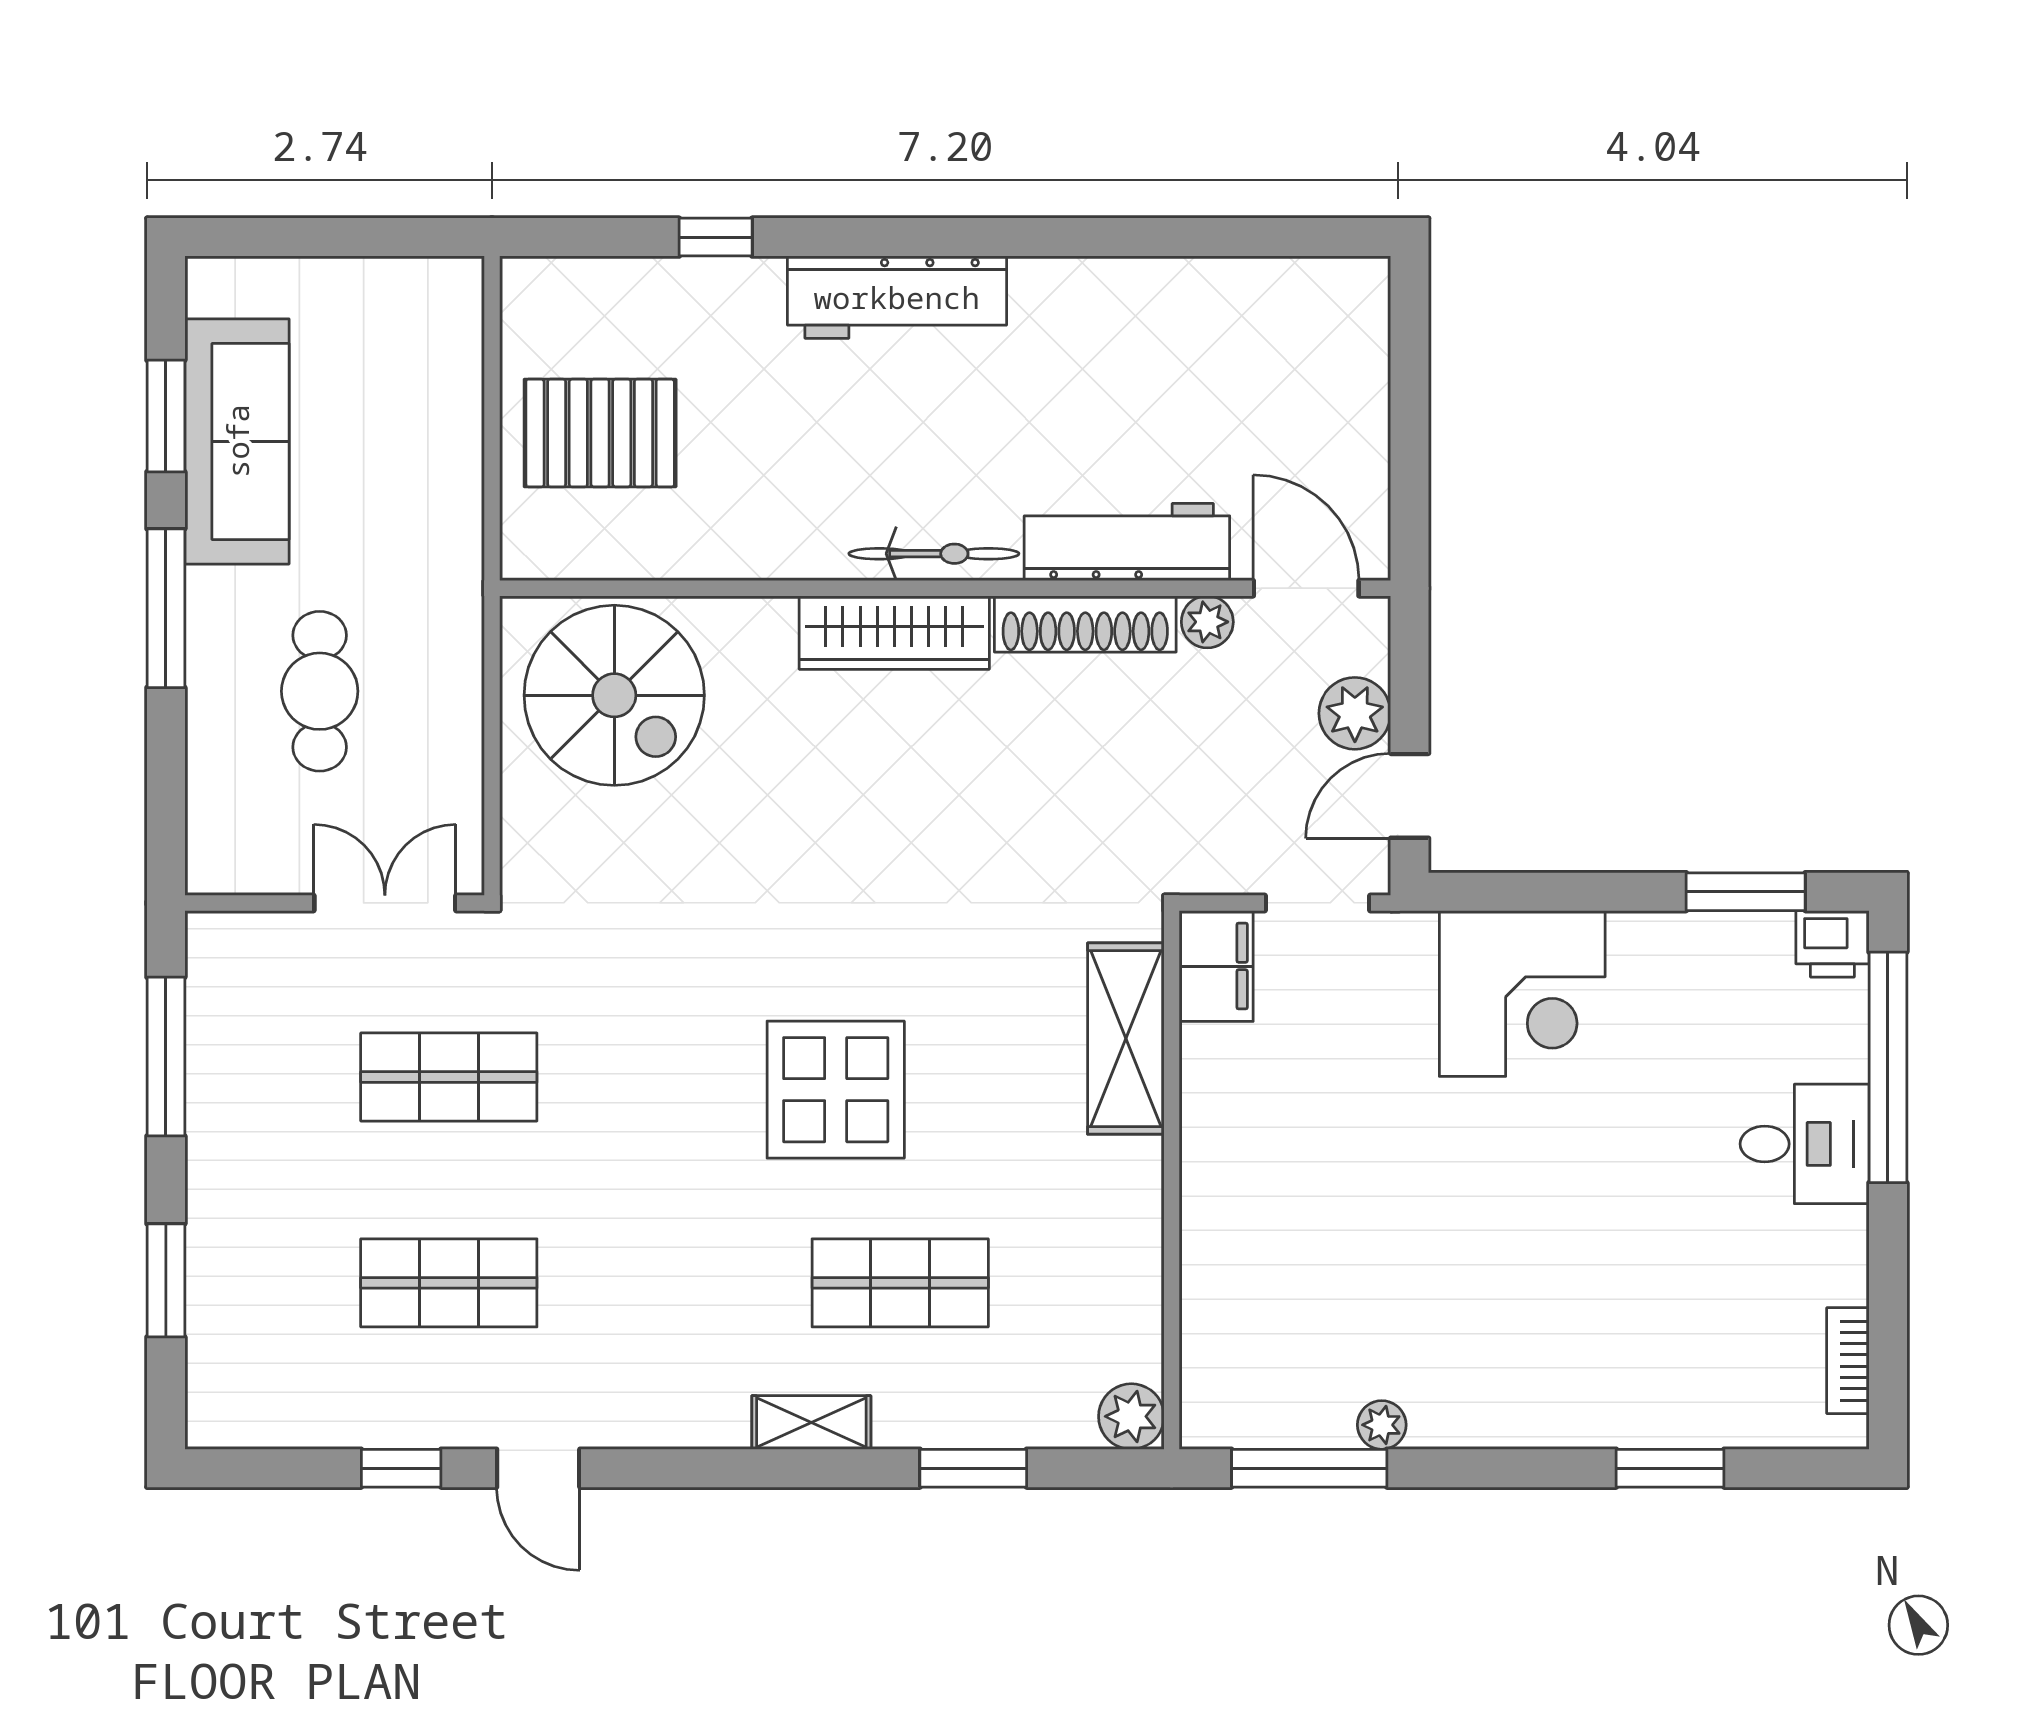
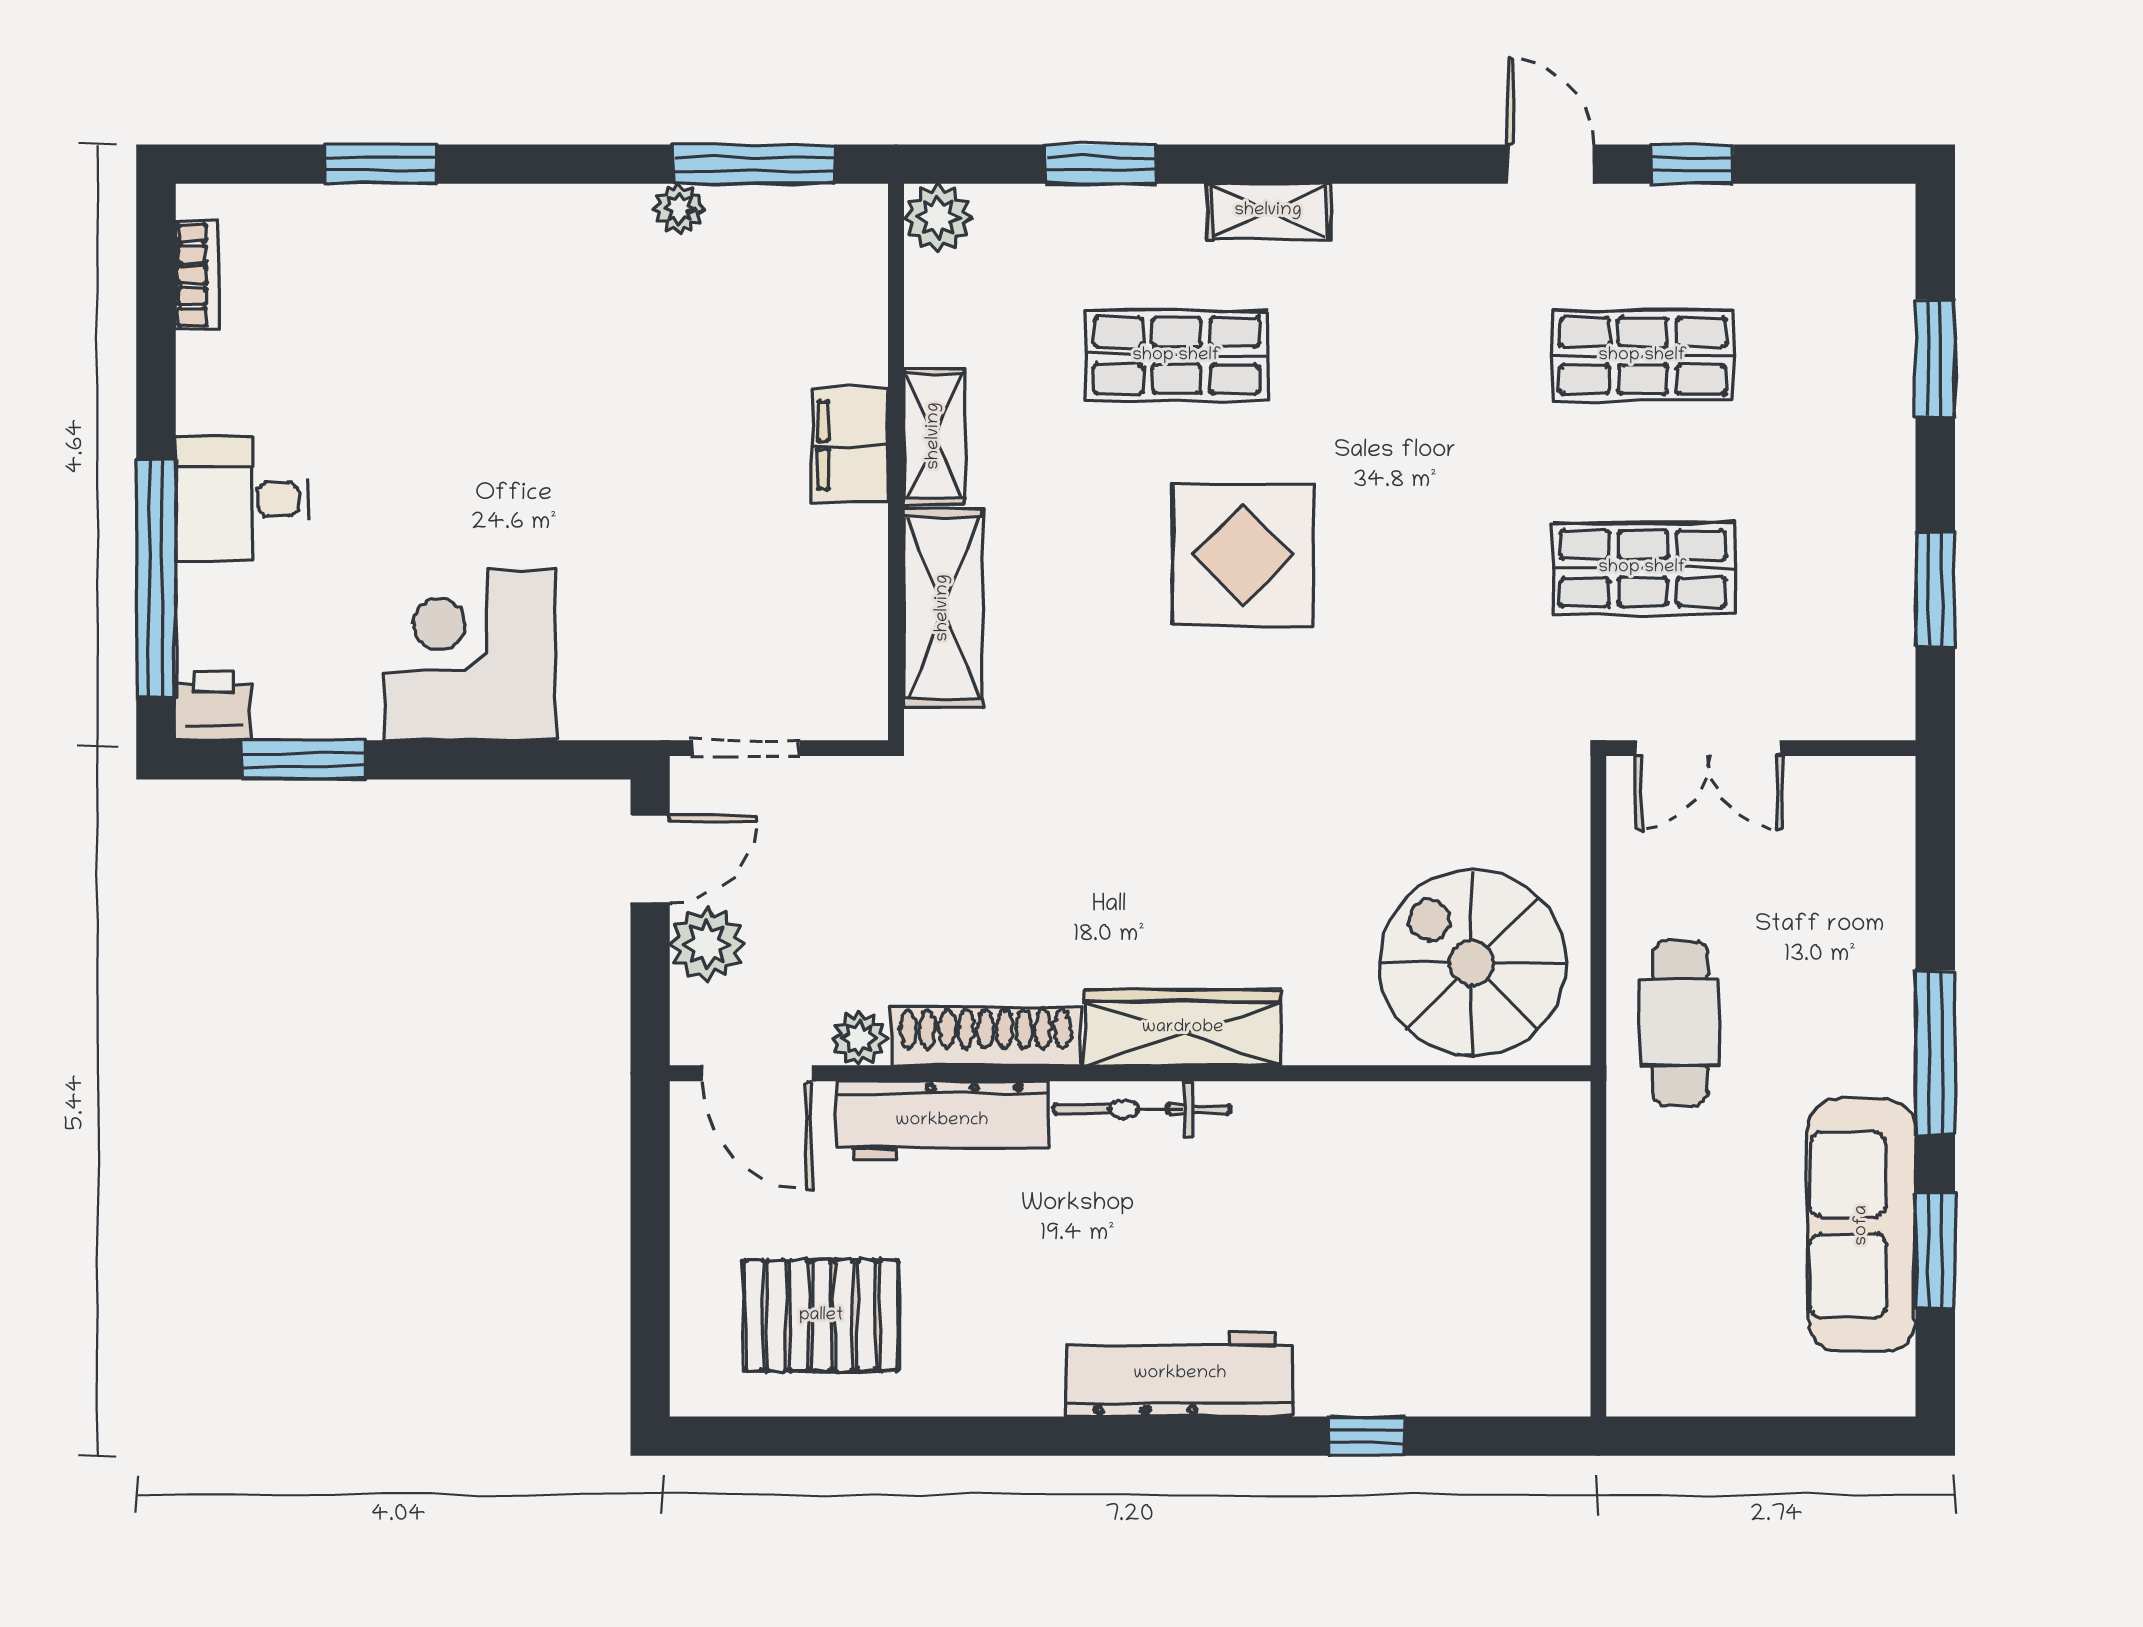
pallet: (600, 433) -> (821, 1316), moved
cafe table: (320, 691) -> (1680, 1023), moved
filing cabinet: (1216, 966) -> (850, 445), moved
corner desk: (1522, 993) -> (470, 655), moved
window: (166, 1057) -> (1935, 589), width x0.69
shelving: (1135, 1205) -> (934, 436), added

